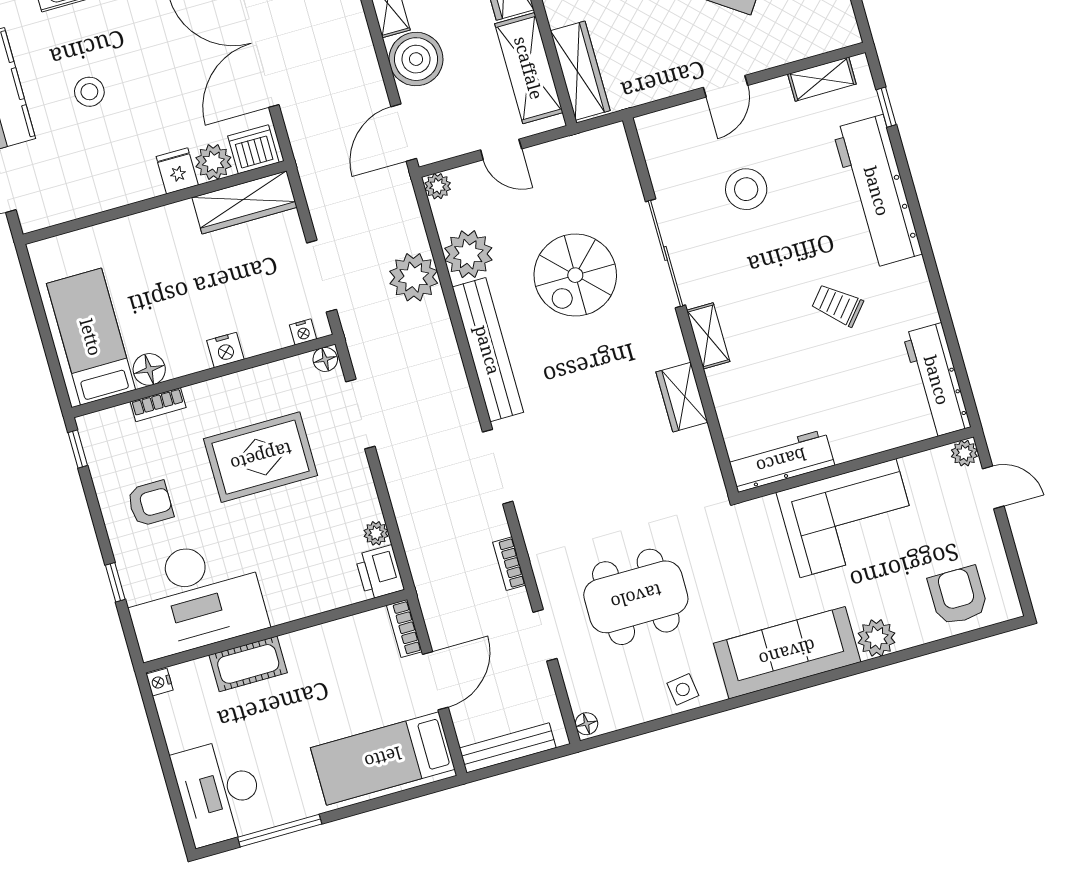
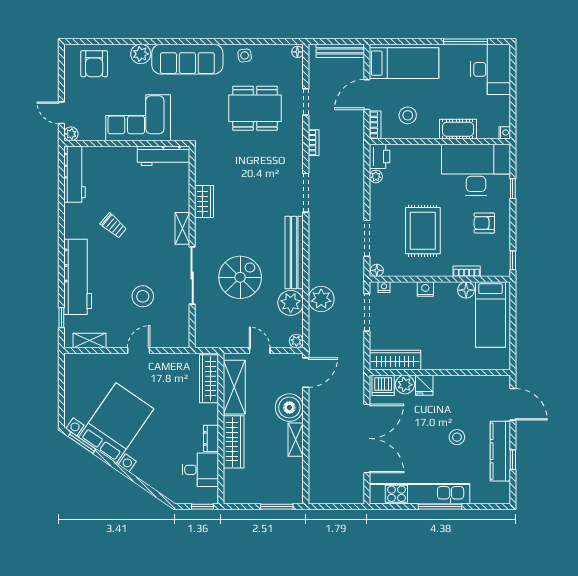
rug: (261, 457) -> (423, 231), turned 90
stool: (349, 663) -> (408, 115), added

